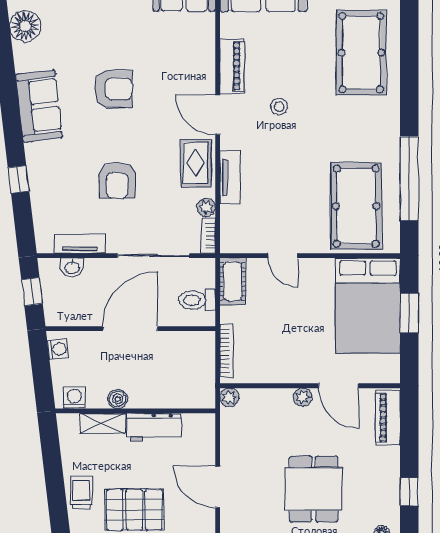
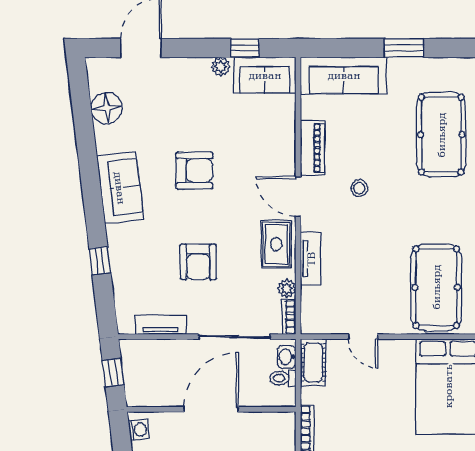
washbasin: (72, 267) -> (287, 357), moved, turned 90
toilet: (197, 300) -> (283, 378), width x0.73, depth x0.72

